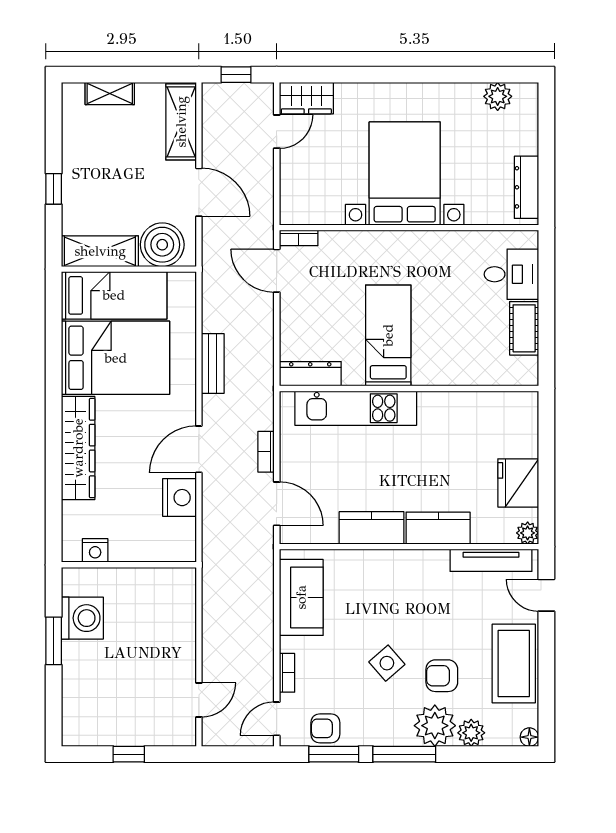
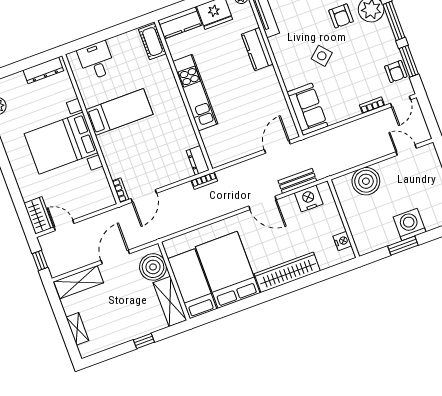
cot: (524, 328) -> (152, 42), moved, turned 90
bed: (388, 335) -> (119, 112), moved, turned 180
bench: (213, 363) -> (297, 181), moved
dresser: (310, 374) -> (198, 160), width x0.70
kitchen unit: (356, 408) -> (195, 93), moved
bookcase: (266, 452) -> (204, 181), moved
nightstand: (179, 498) -> (309, 199), moved
kitchen counter: (372, 528) -> (180, 23), moved, turned -90
sofa: (301, 597) -> (307, 109), moved, turned 90
washing machine: (82, 618) -> (410, 225), moved
boiler: (174, 620) -> (366, 181), added
side table: (387, 663) -> (322, 56), moved
door: (277, 719) -> (401, 101), hinge flipped

